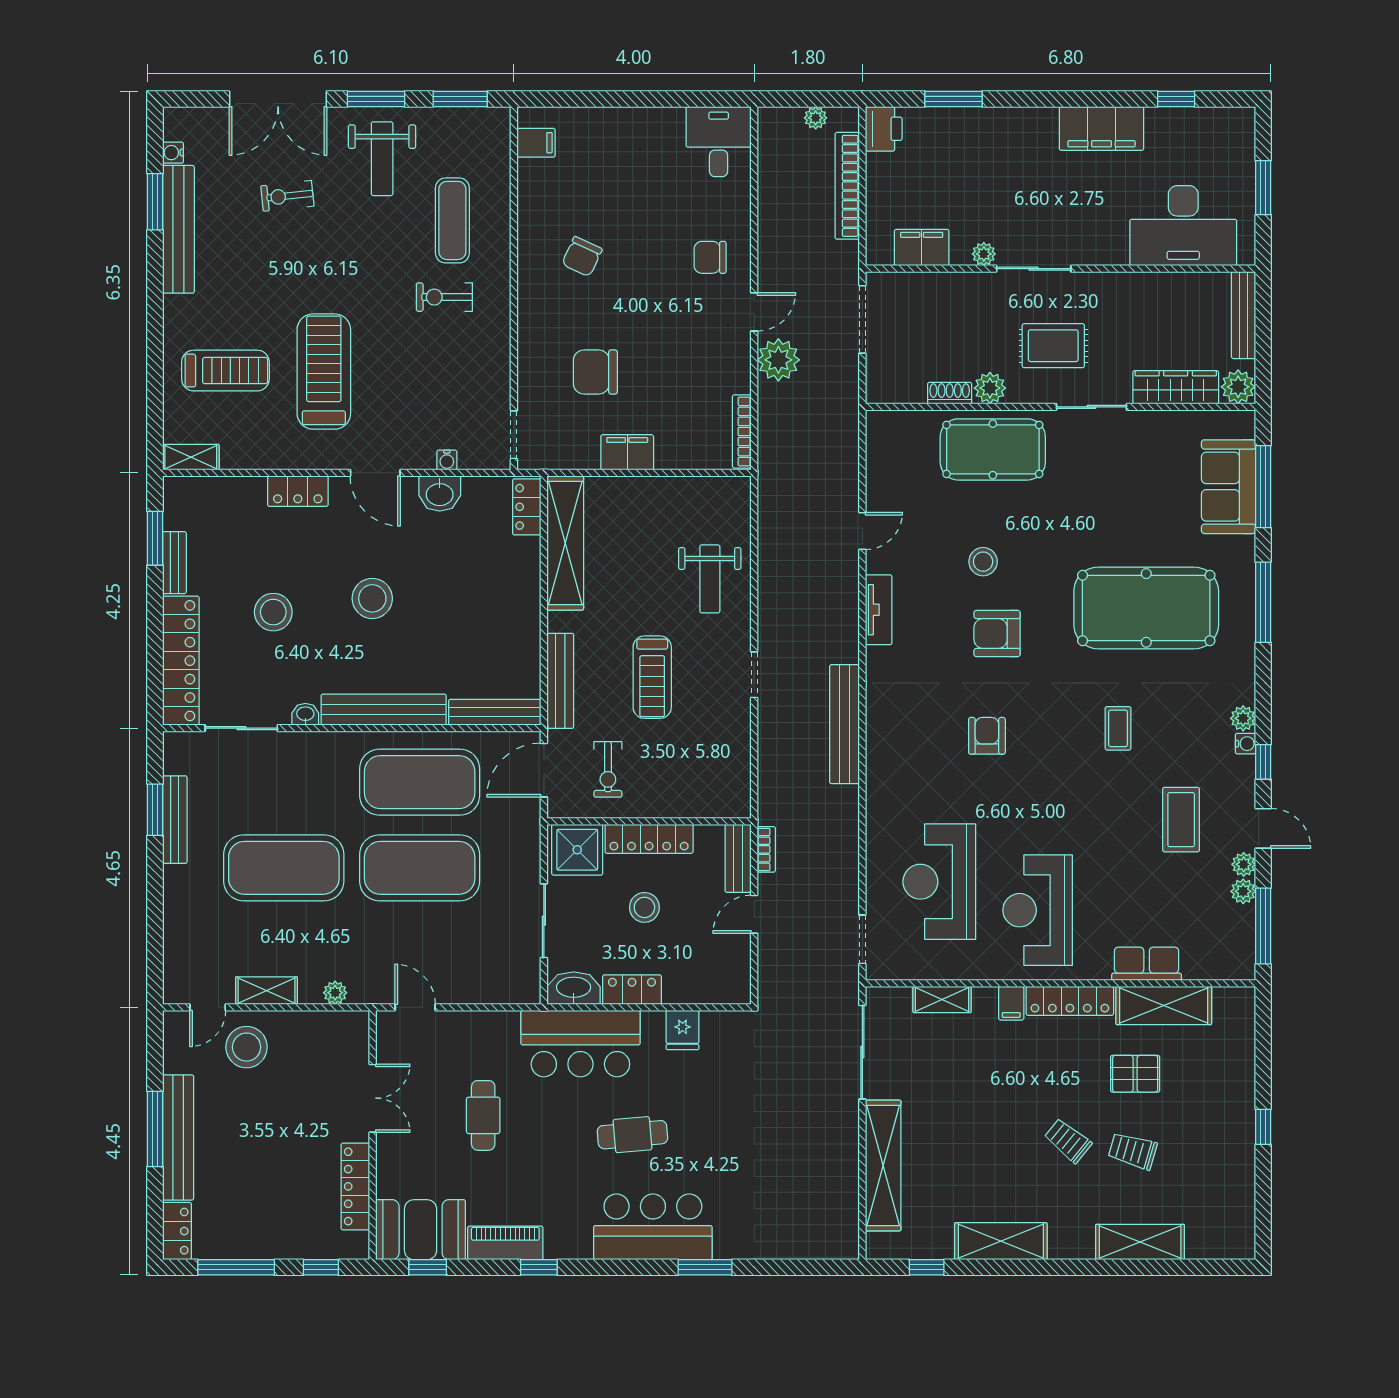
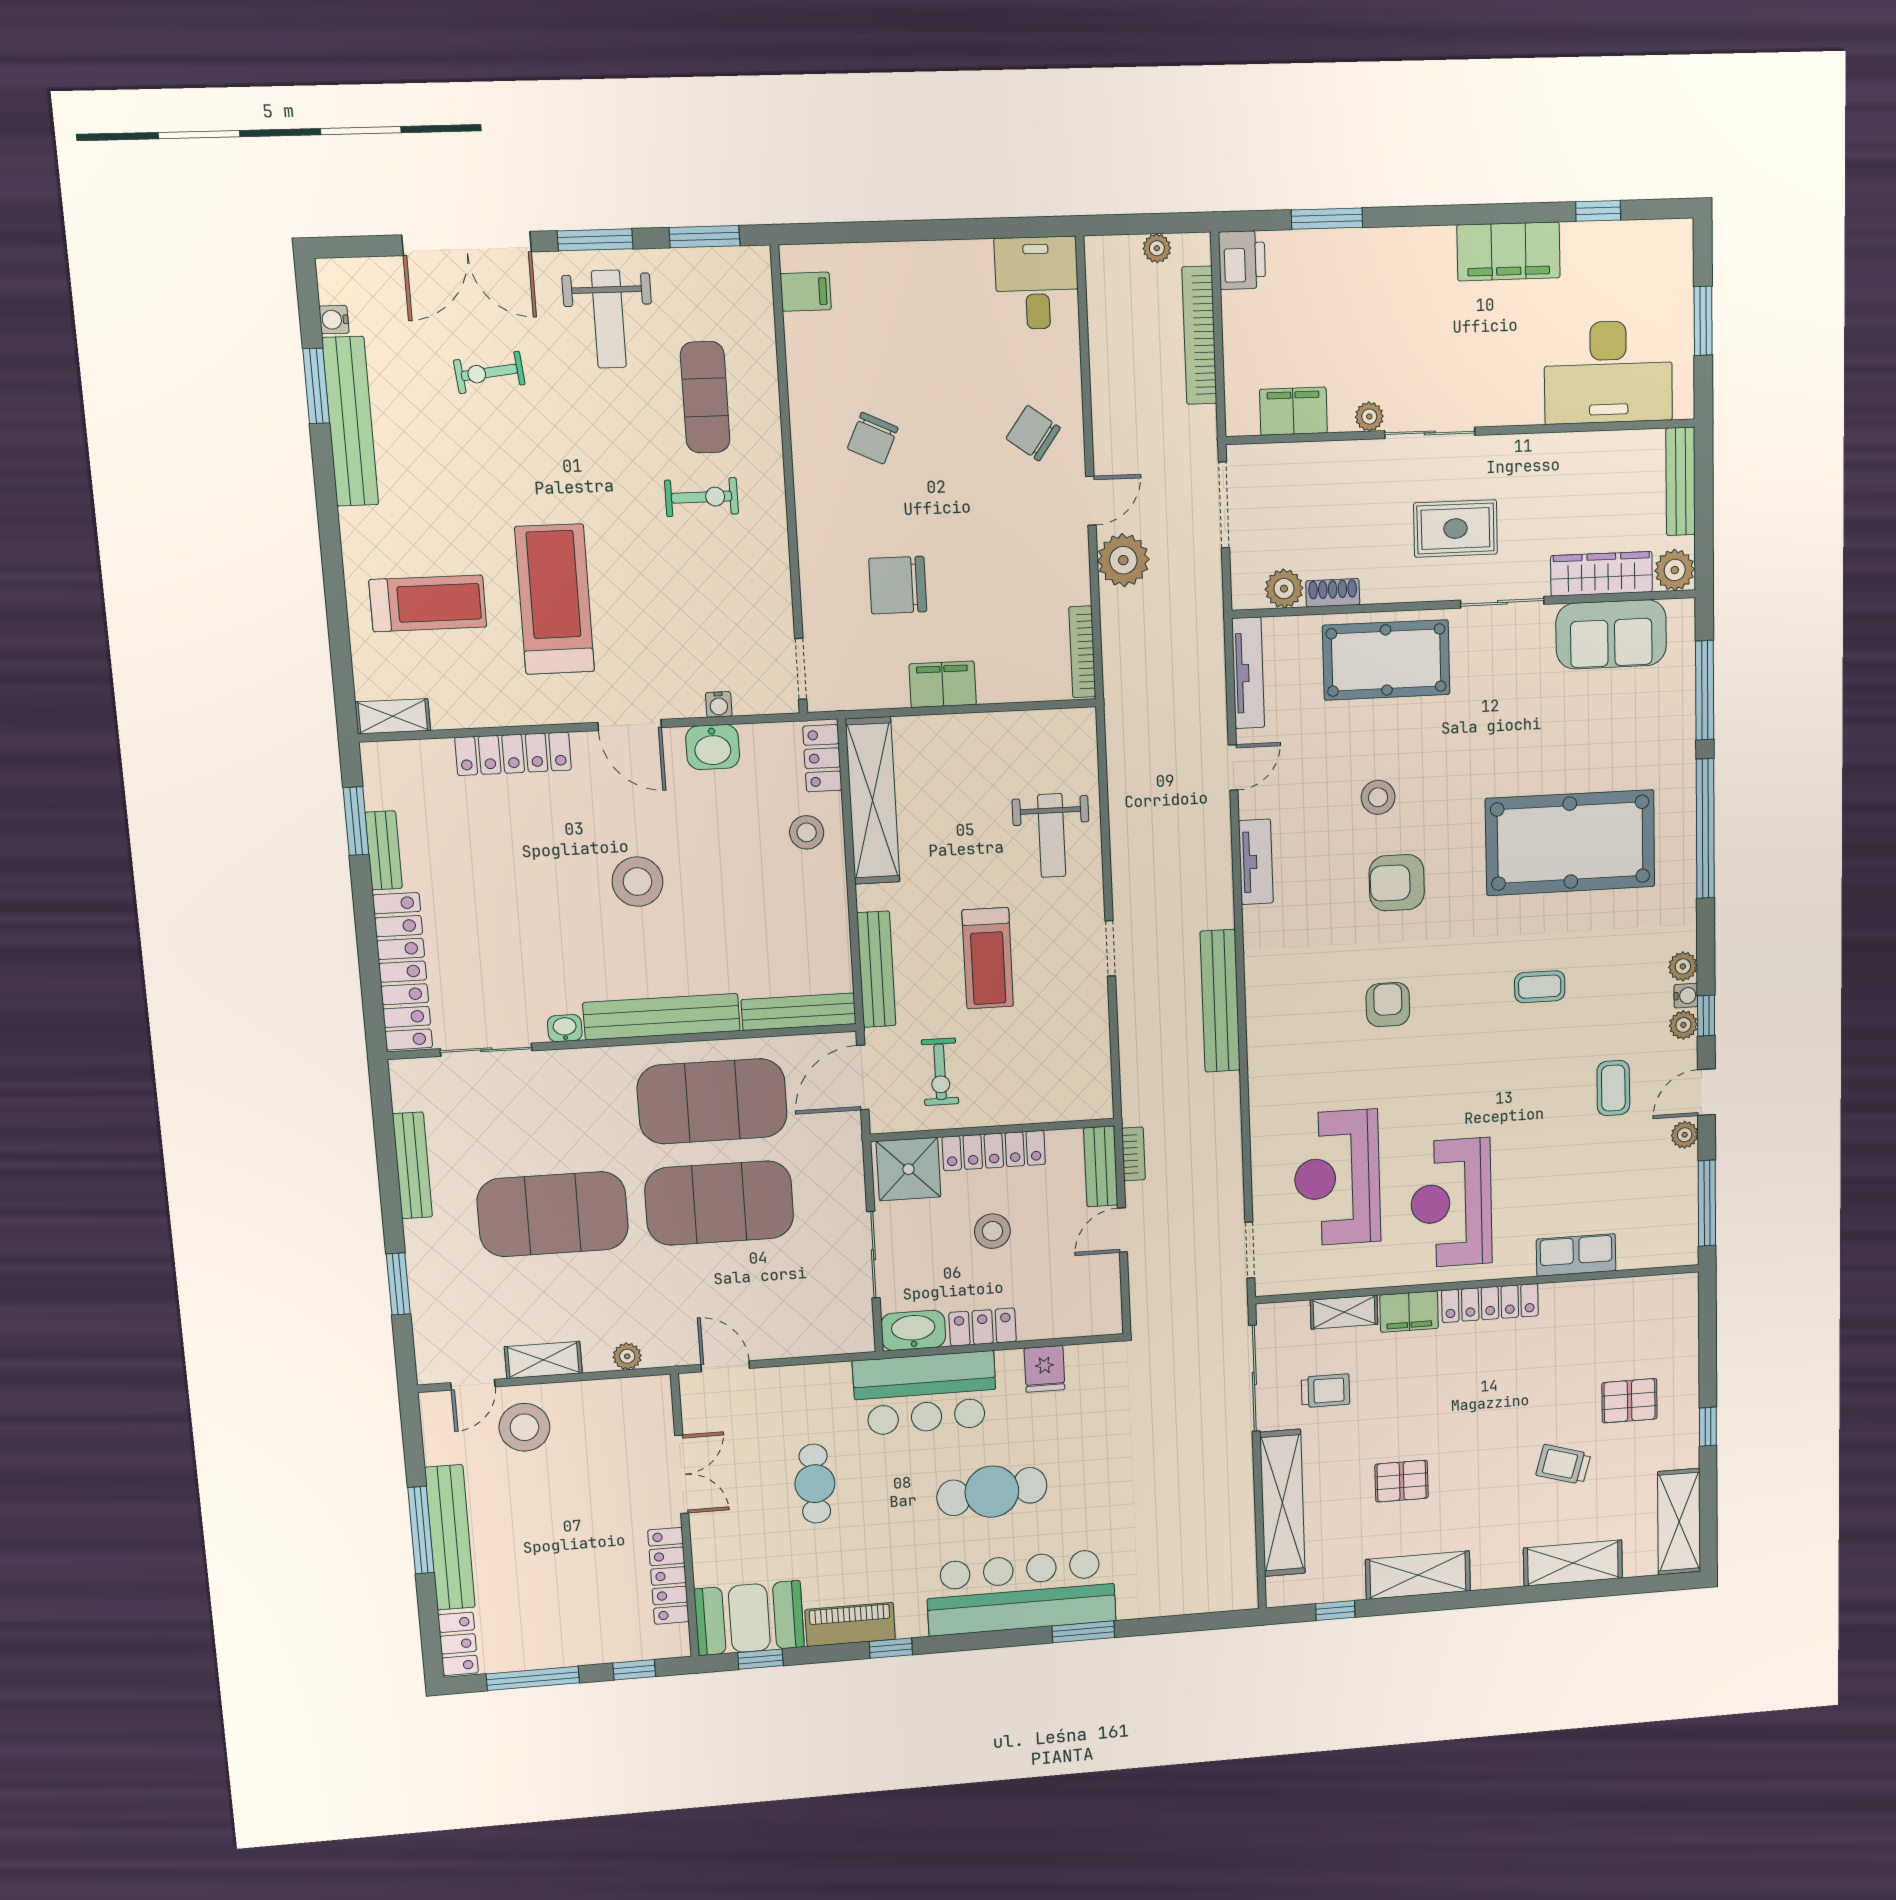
chair: (710, 257) -> (1033, 433), turned 36
exercise bike: (444, 297) -> (702, 497), turned 180
plant: (990, 388) -> (1284, 589), moved
tv unit: (877, 455) -> (1248, 673), added
sofa: (1229, 487) -> (1611, 634), moved, turned -90
locker: (298, 491) -> (513, 754), width x1.53
window: (1263, 602) -> (1705, 829), width x1.46
stool: (273, 612) -> (807, 832), moved, width x0.73, depth x0.73
coffee table: (1118, 728) -> (1540, 987), turned 90
window: (155, 810) -> (398, 1284), moved
coffee table: (1181, 820) -> (1613, 1088), width x0.73, depth x0.77
door: (1263, 828) -> (1706, 1092), swing flipped
plant: (1243, 891) -> (1683, 1025), moved
filing cabinet: (1011, 1003) -> (1409, 1312), width x2.00
shelving: (1164, 1006) -> (1679, 1522), moved, turned 90
pallet: (1135, 1074) -> (1630, 1401), moved
cafe table: (632, 1135) -> (992, 1492), width x1.37, depth x1.35
trolley: (1068, 1141) -> (1326, 1391), moved, turned 141
pallet: (988, 1154) -> (1402, 1481), added
bar counter: (653, 1227) -> (1021, 1592), width x1.36

